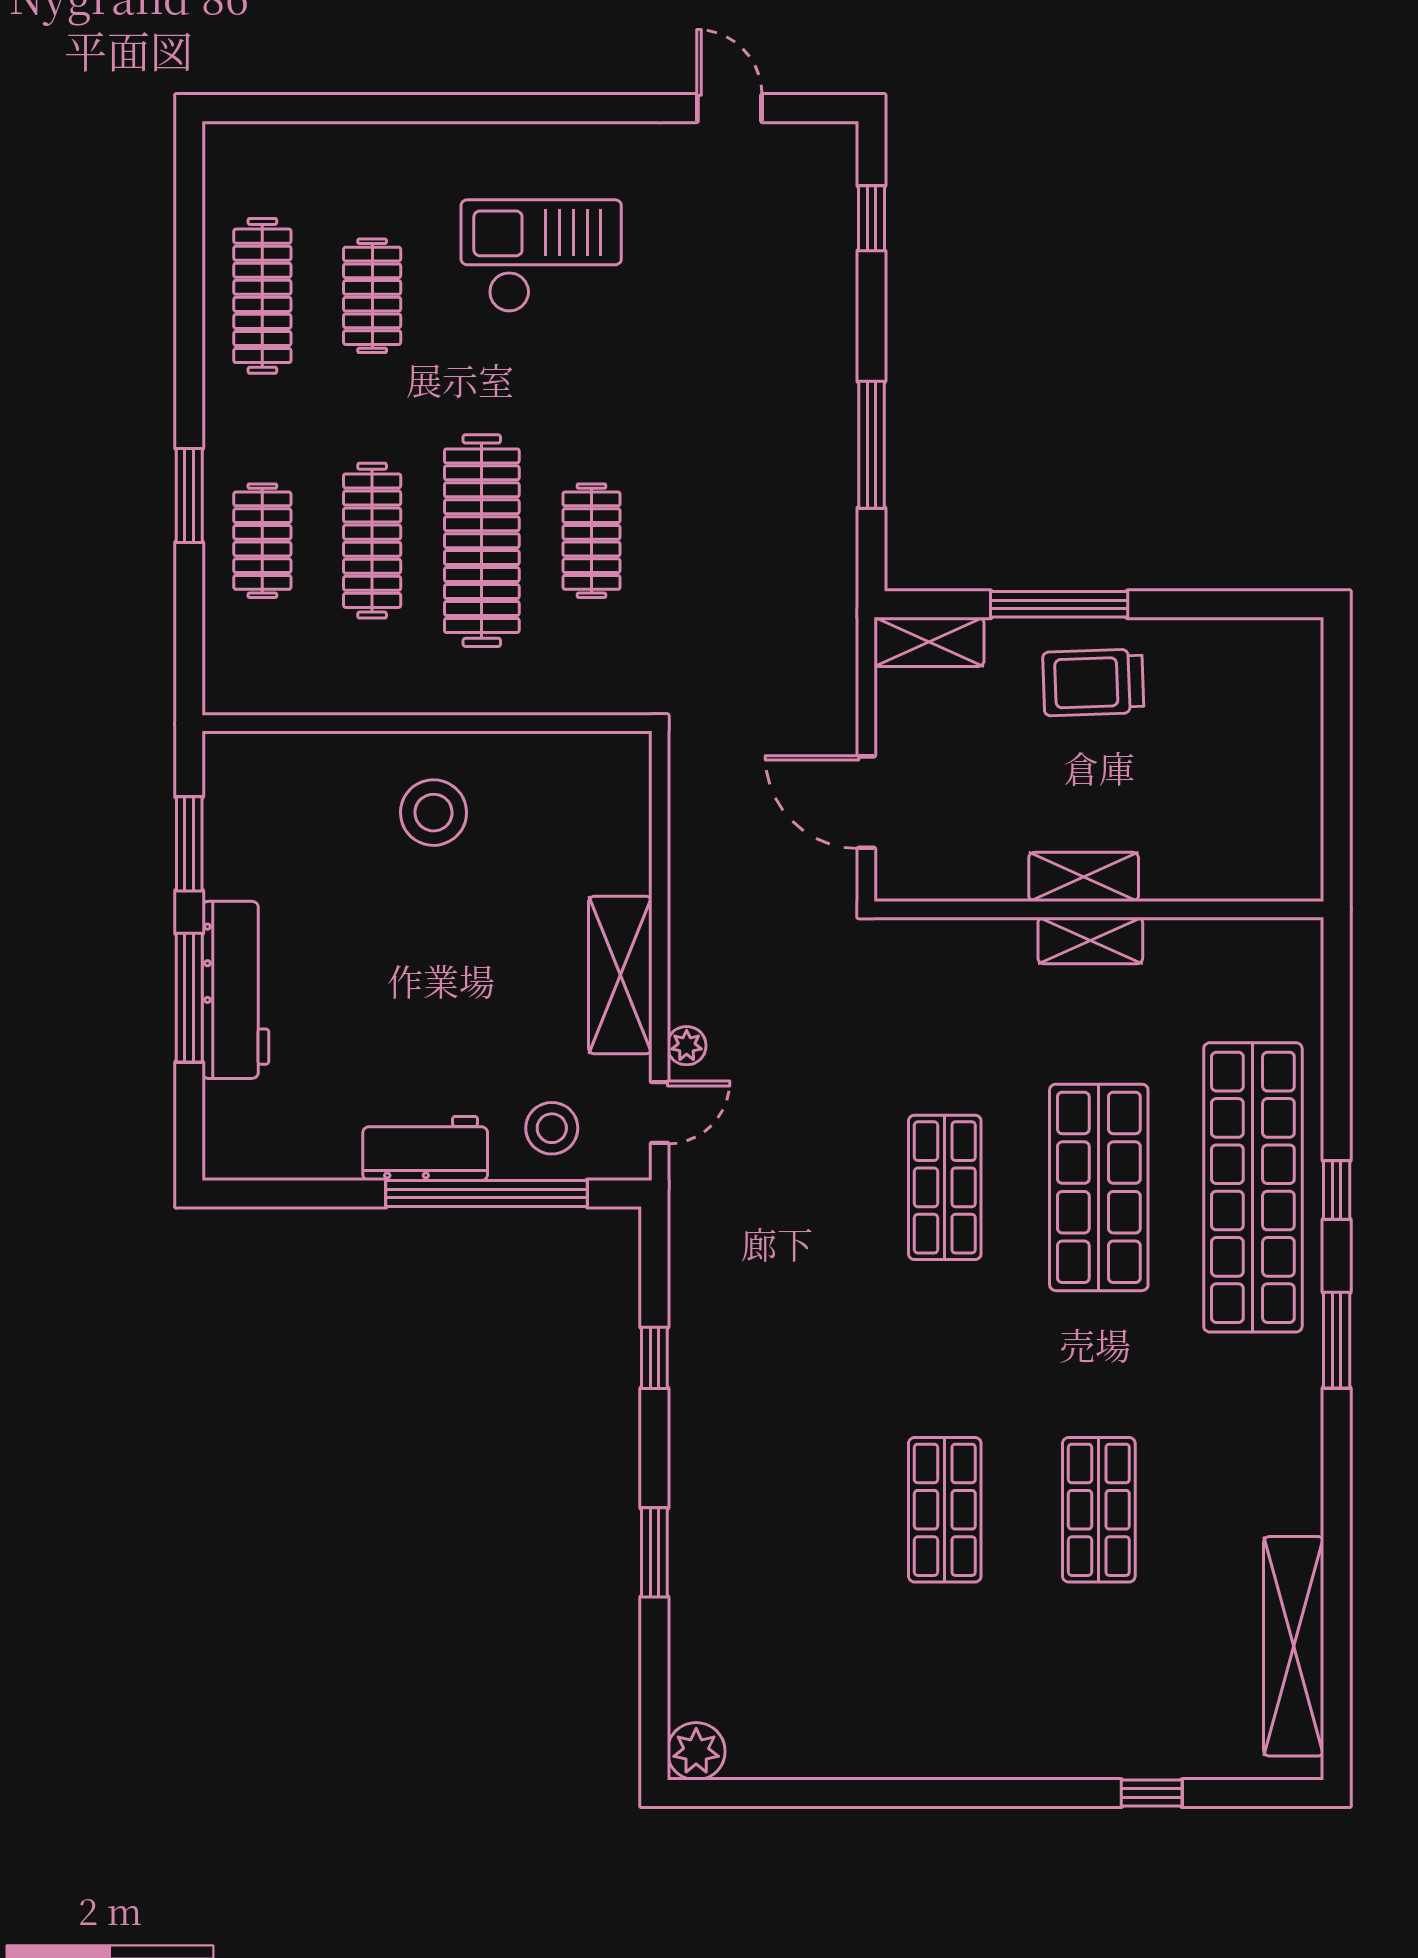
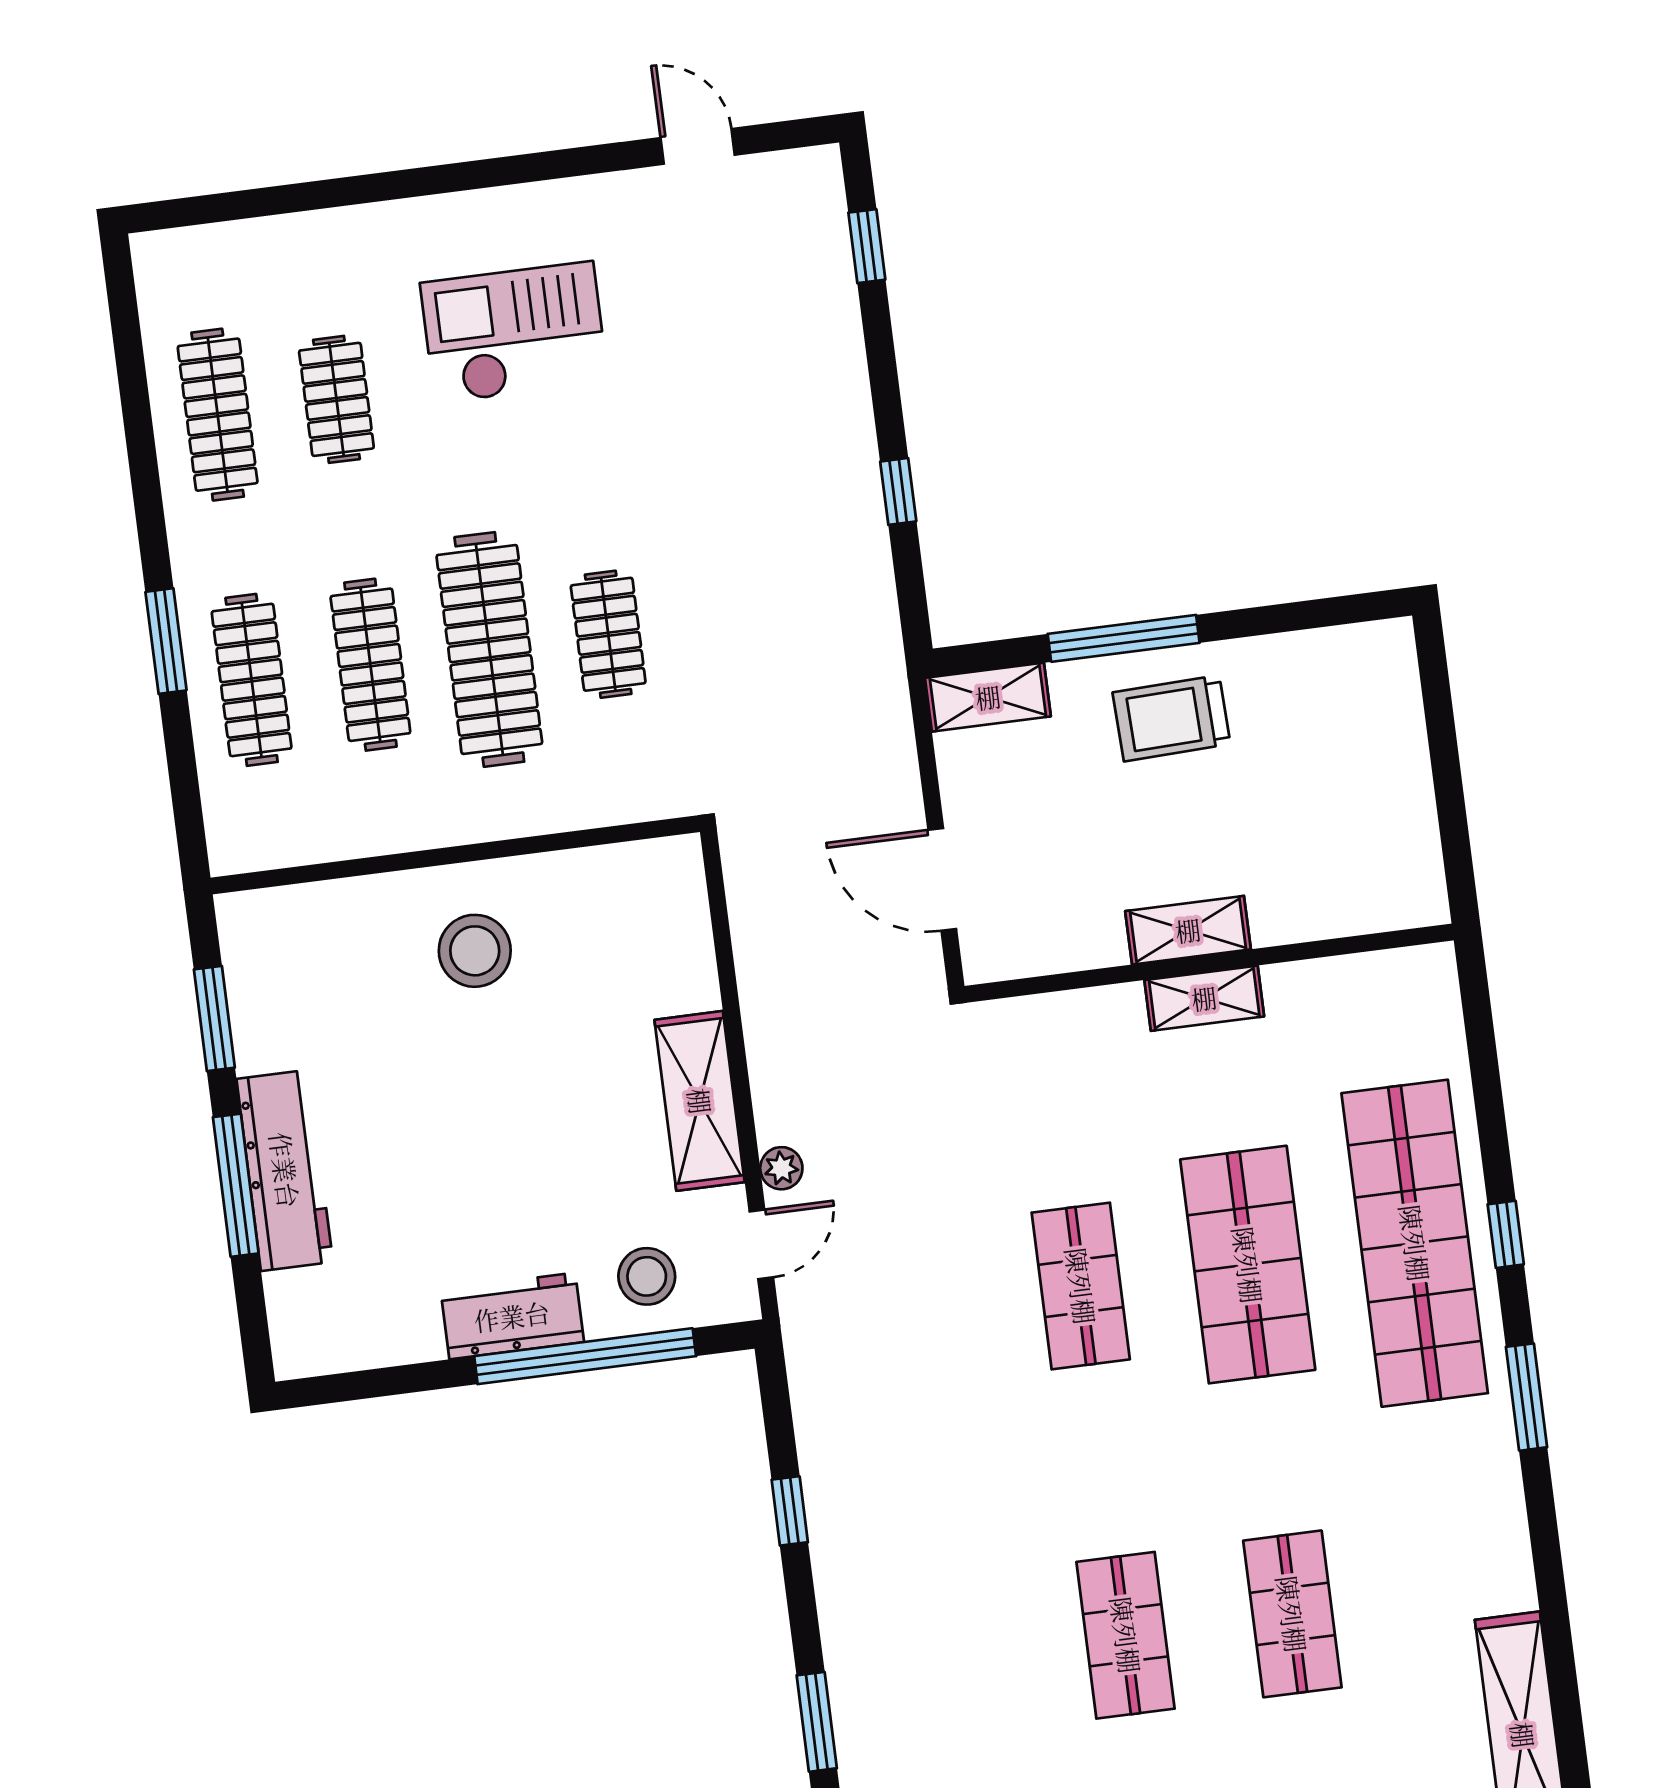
window: (871, 445) -> (898, 491), width x0.46
clothes rail: (262, 541) -> (252, 680), width x1.36

